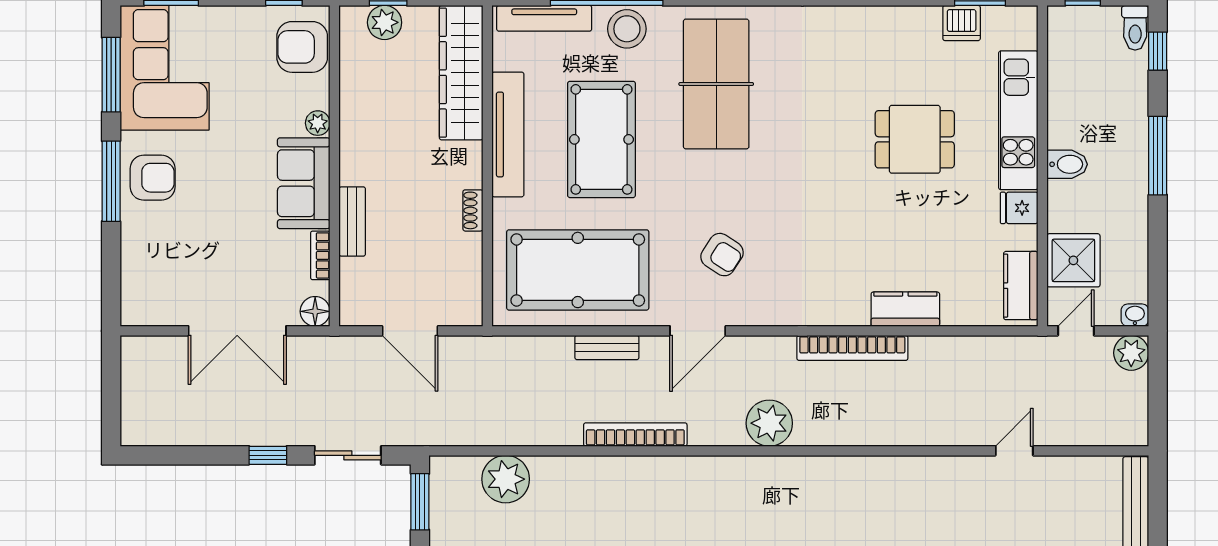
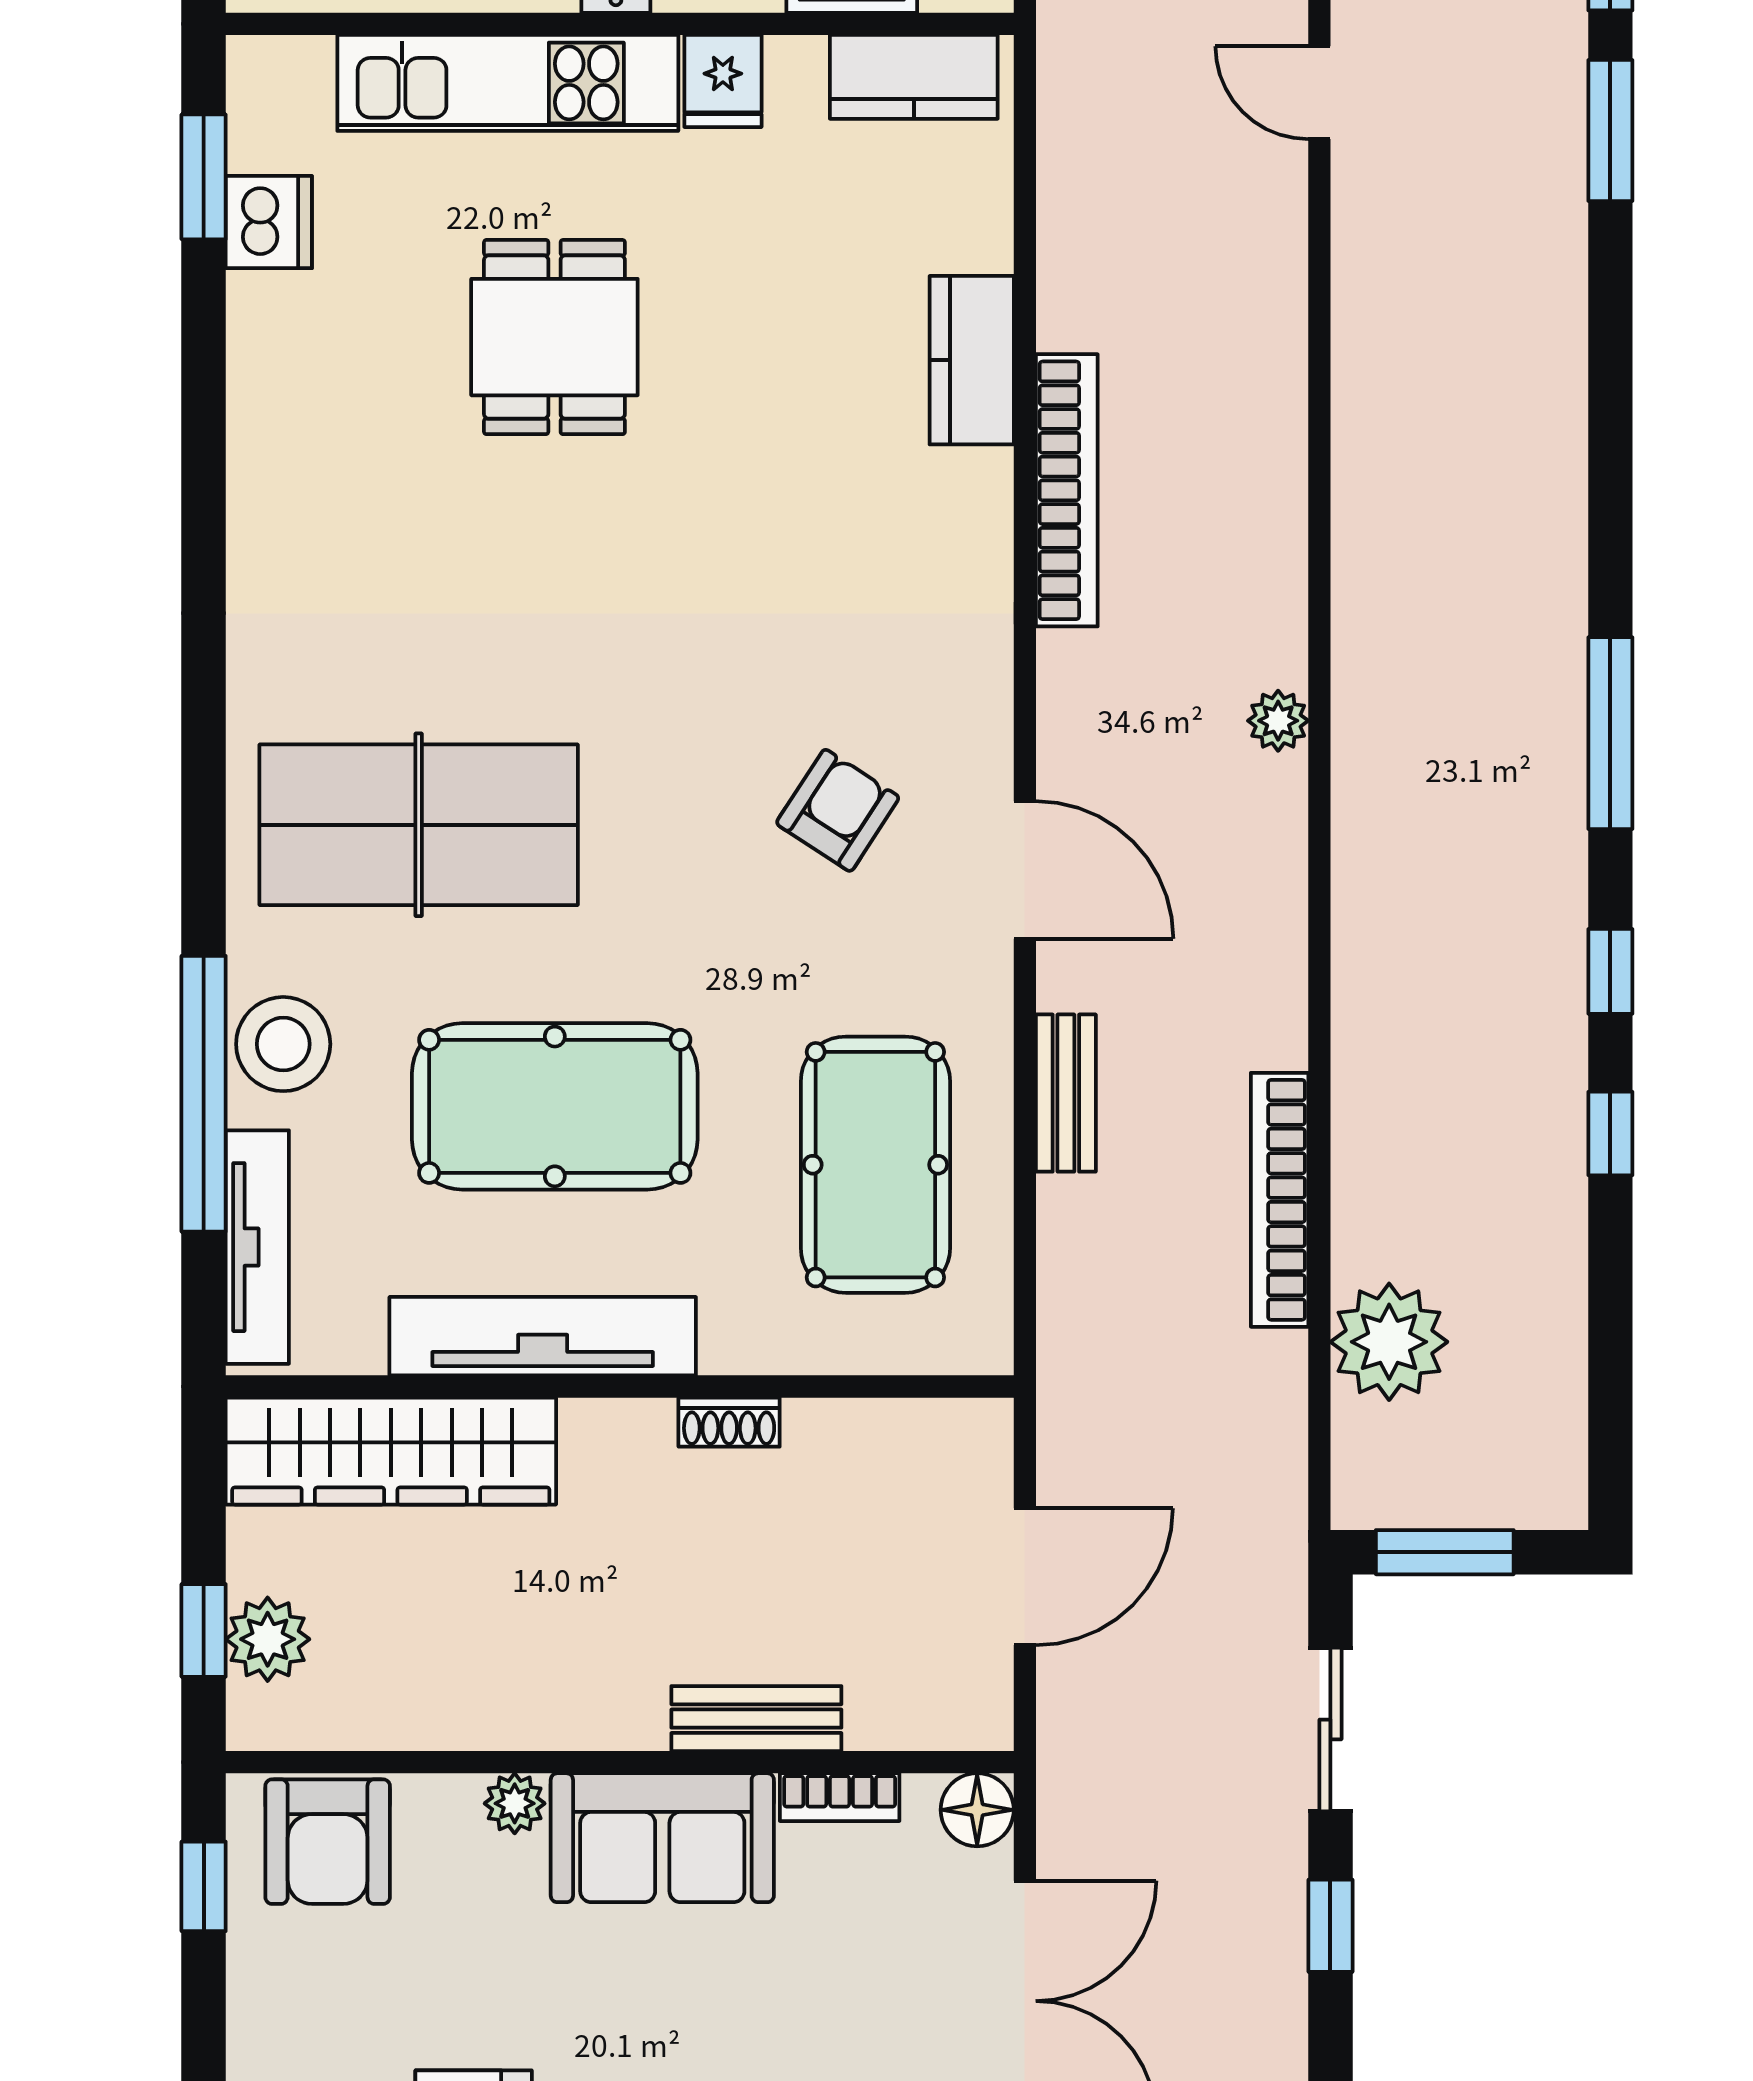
pool table: (578, 270) -> (875, 1165), width x0.73, depth x0.76
plant: (769, 423) -> (1278, 721), width x0.53, depth x0.53
bookcase: (635, 435) -> (1280, 1200), moved

